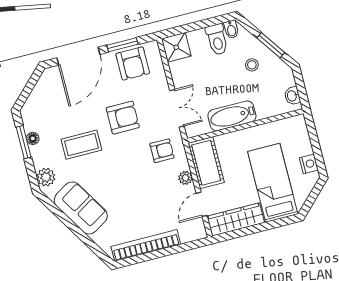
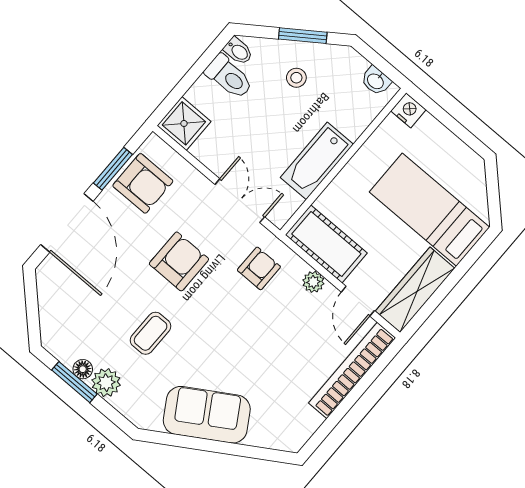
coffee table: (81, 145) -> (151, 333), width x0.73, depth x0.77
nightstand: (309, 164) -> (408, 110), moved
plant: (46, 177) -> (106, 383), moved
bookcase: (146, 245) -> (352, 370), moved

